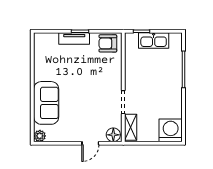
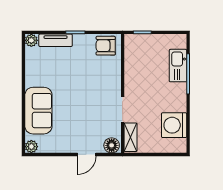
plant: (40, 38) -> (31, 40), added
tv unit: (74, 38) -> (56, 40), moved
kitchen sink: (154, 41) -> (178, 66), moved, turned 90
washing machine: (171, 130) -> (174, 125), moved, turned -90

